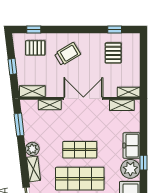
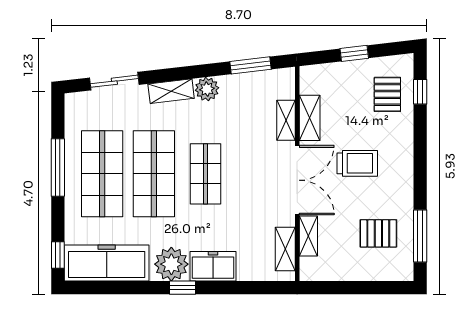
window: (115, 30) -> (420, 236), width x2.17
trolley: (68, 54) -> (357, 163), moved, turned -59
shelving: (32, 91) -> (310, 118), moved
shelving: (129, 92) -> (308, 236), moved

